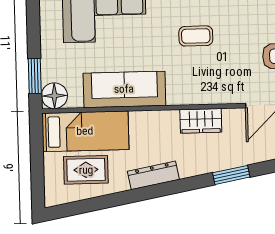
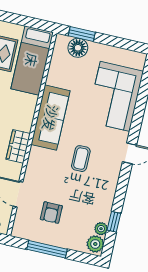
sofa: (124, 89) -> (51, 118), moved
floor lamp: (54, 96) -> (78, 48), moved

